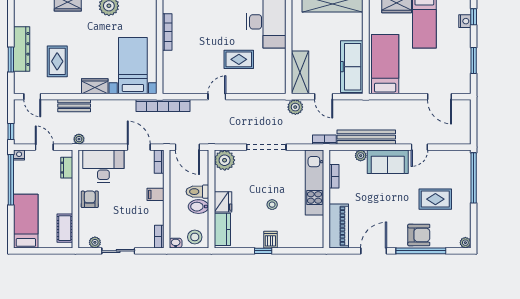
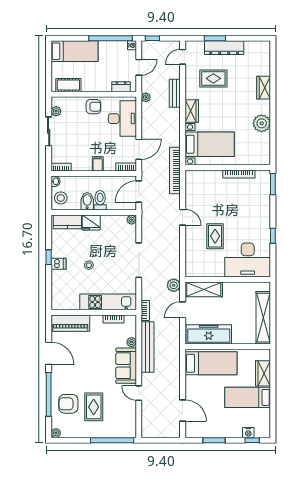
door: (439, 97) -> (183, 411), swing flipped
plant: (225, 160) -> (132, 220), width x0.53, depth x0.53
armchair: (419, 235) -> (68, 404), moved, turned 90

